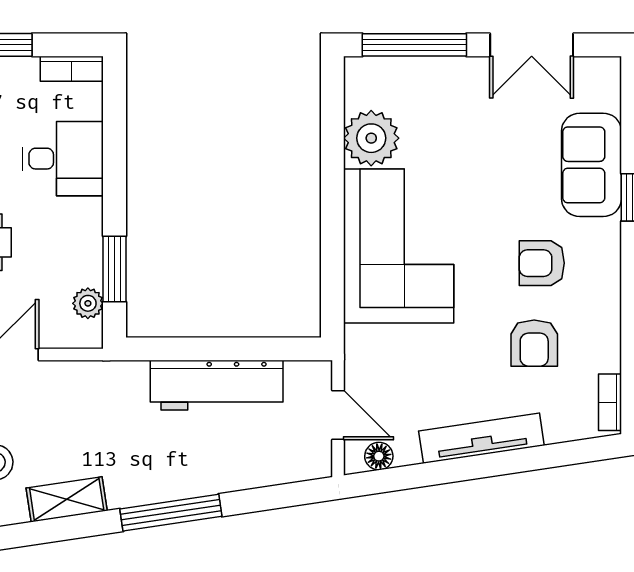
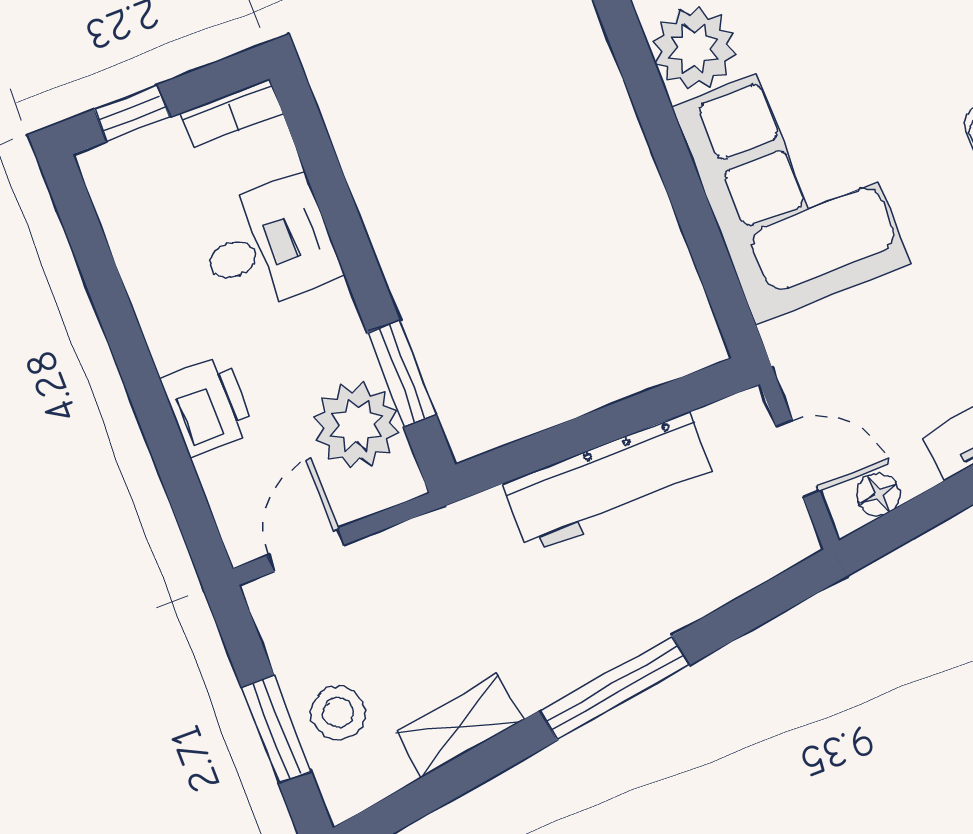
plant: (88, 303) -> (356, 425), width x1.88, depth x1.88

